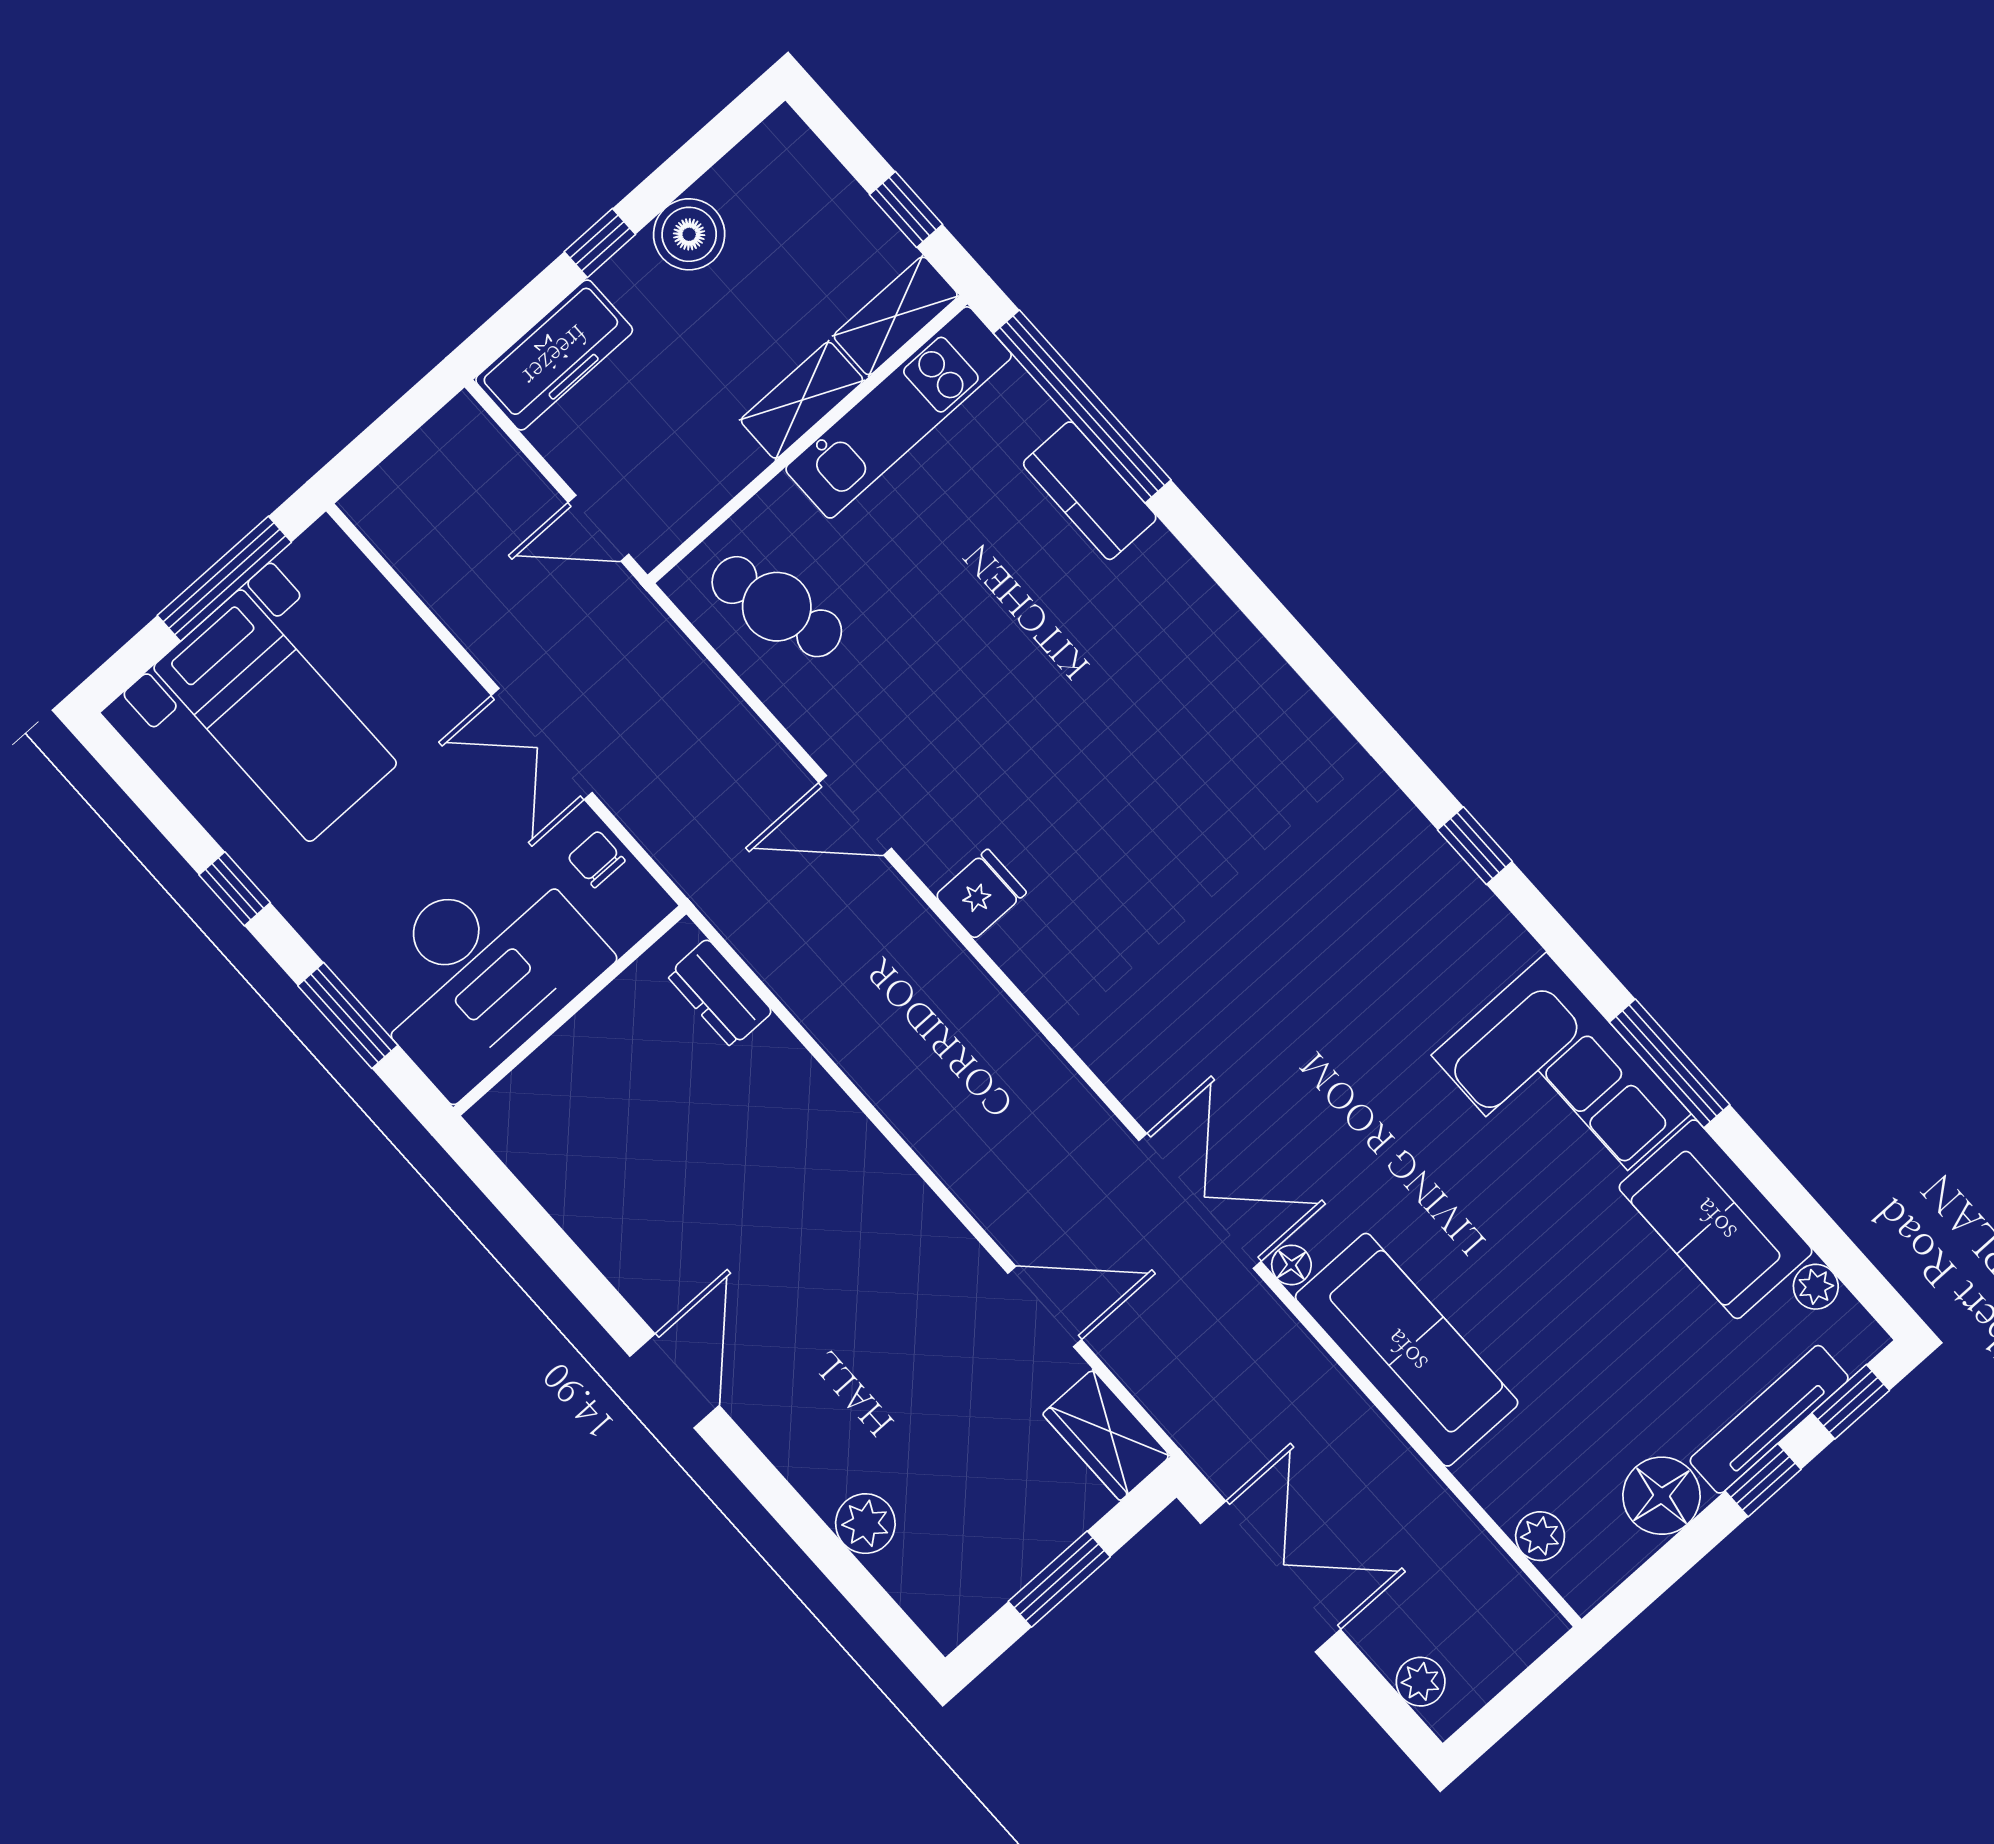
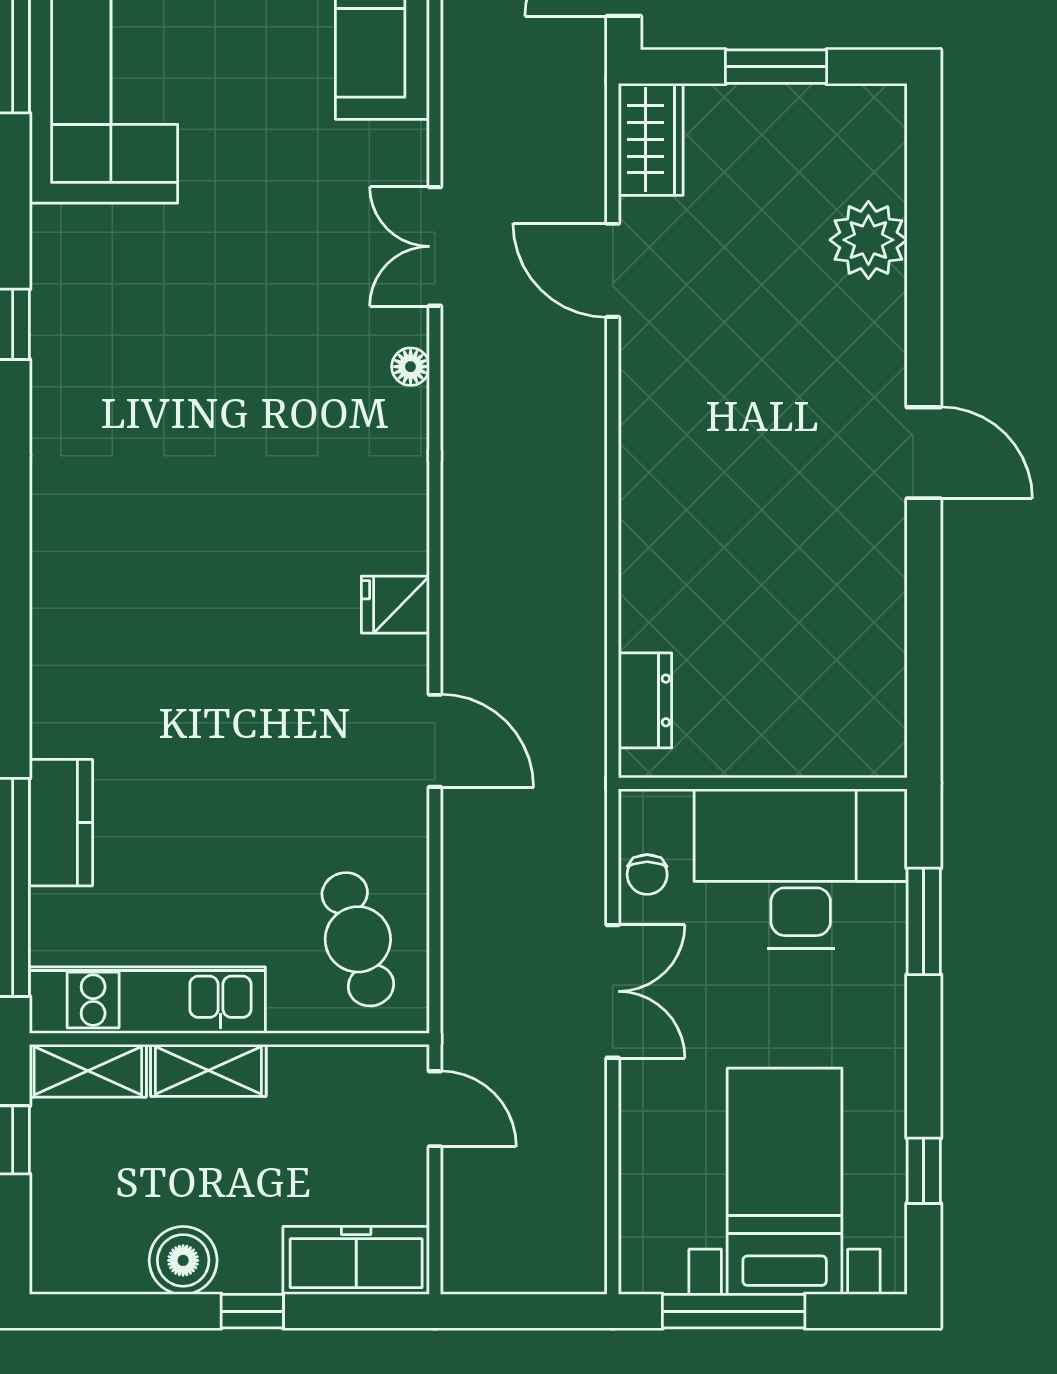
window: (235, 889) -> (924, 1171), moved
double door: (1200, 1201) -> (435, 246), width x0.73
floor lamp: (1291, 1265) -> (411, 367), moved
door: (675, 1381) -> (924, 453), swing flipped
plant: (865, 1524) -> (868, 240), width x1.36, depth x1.36

